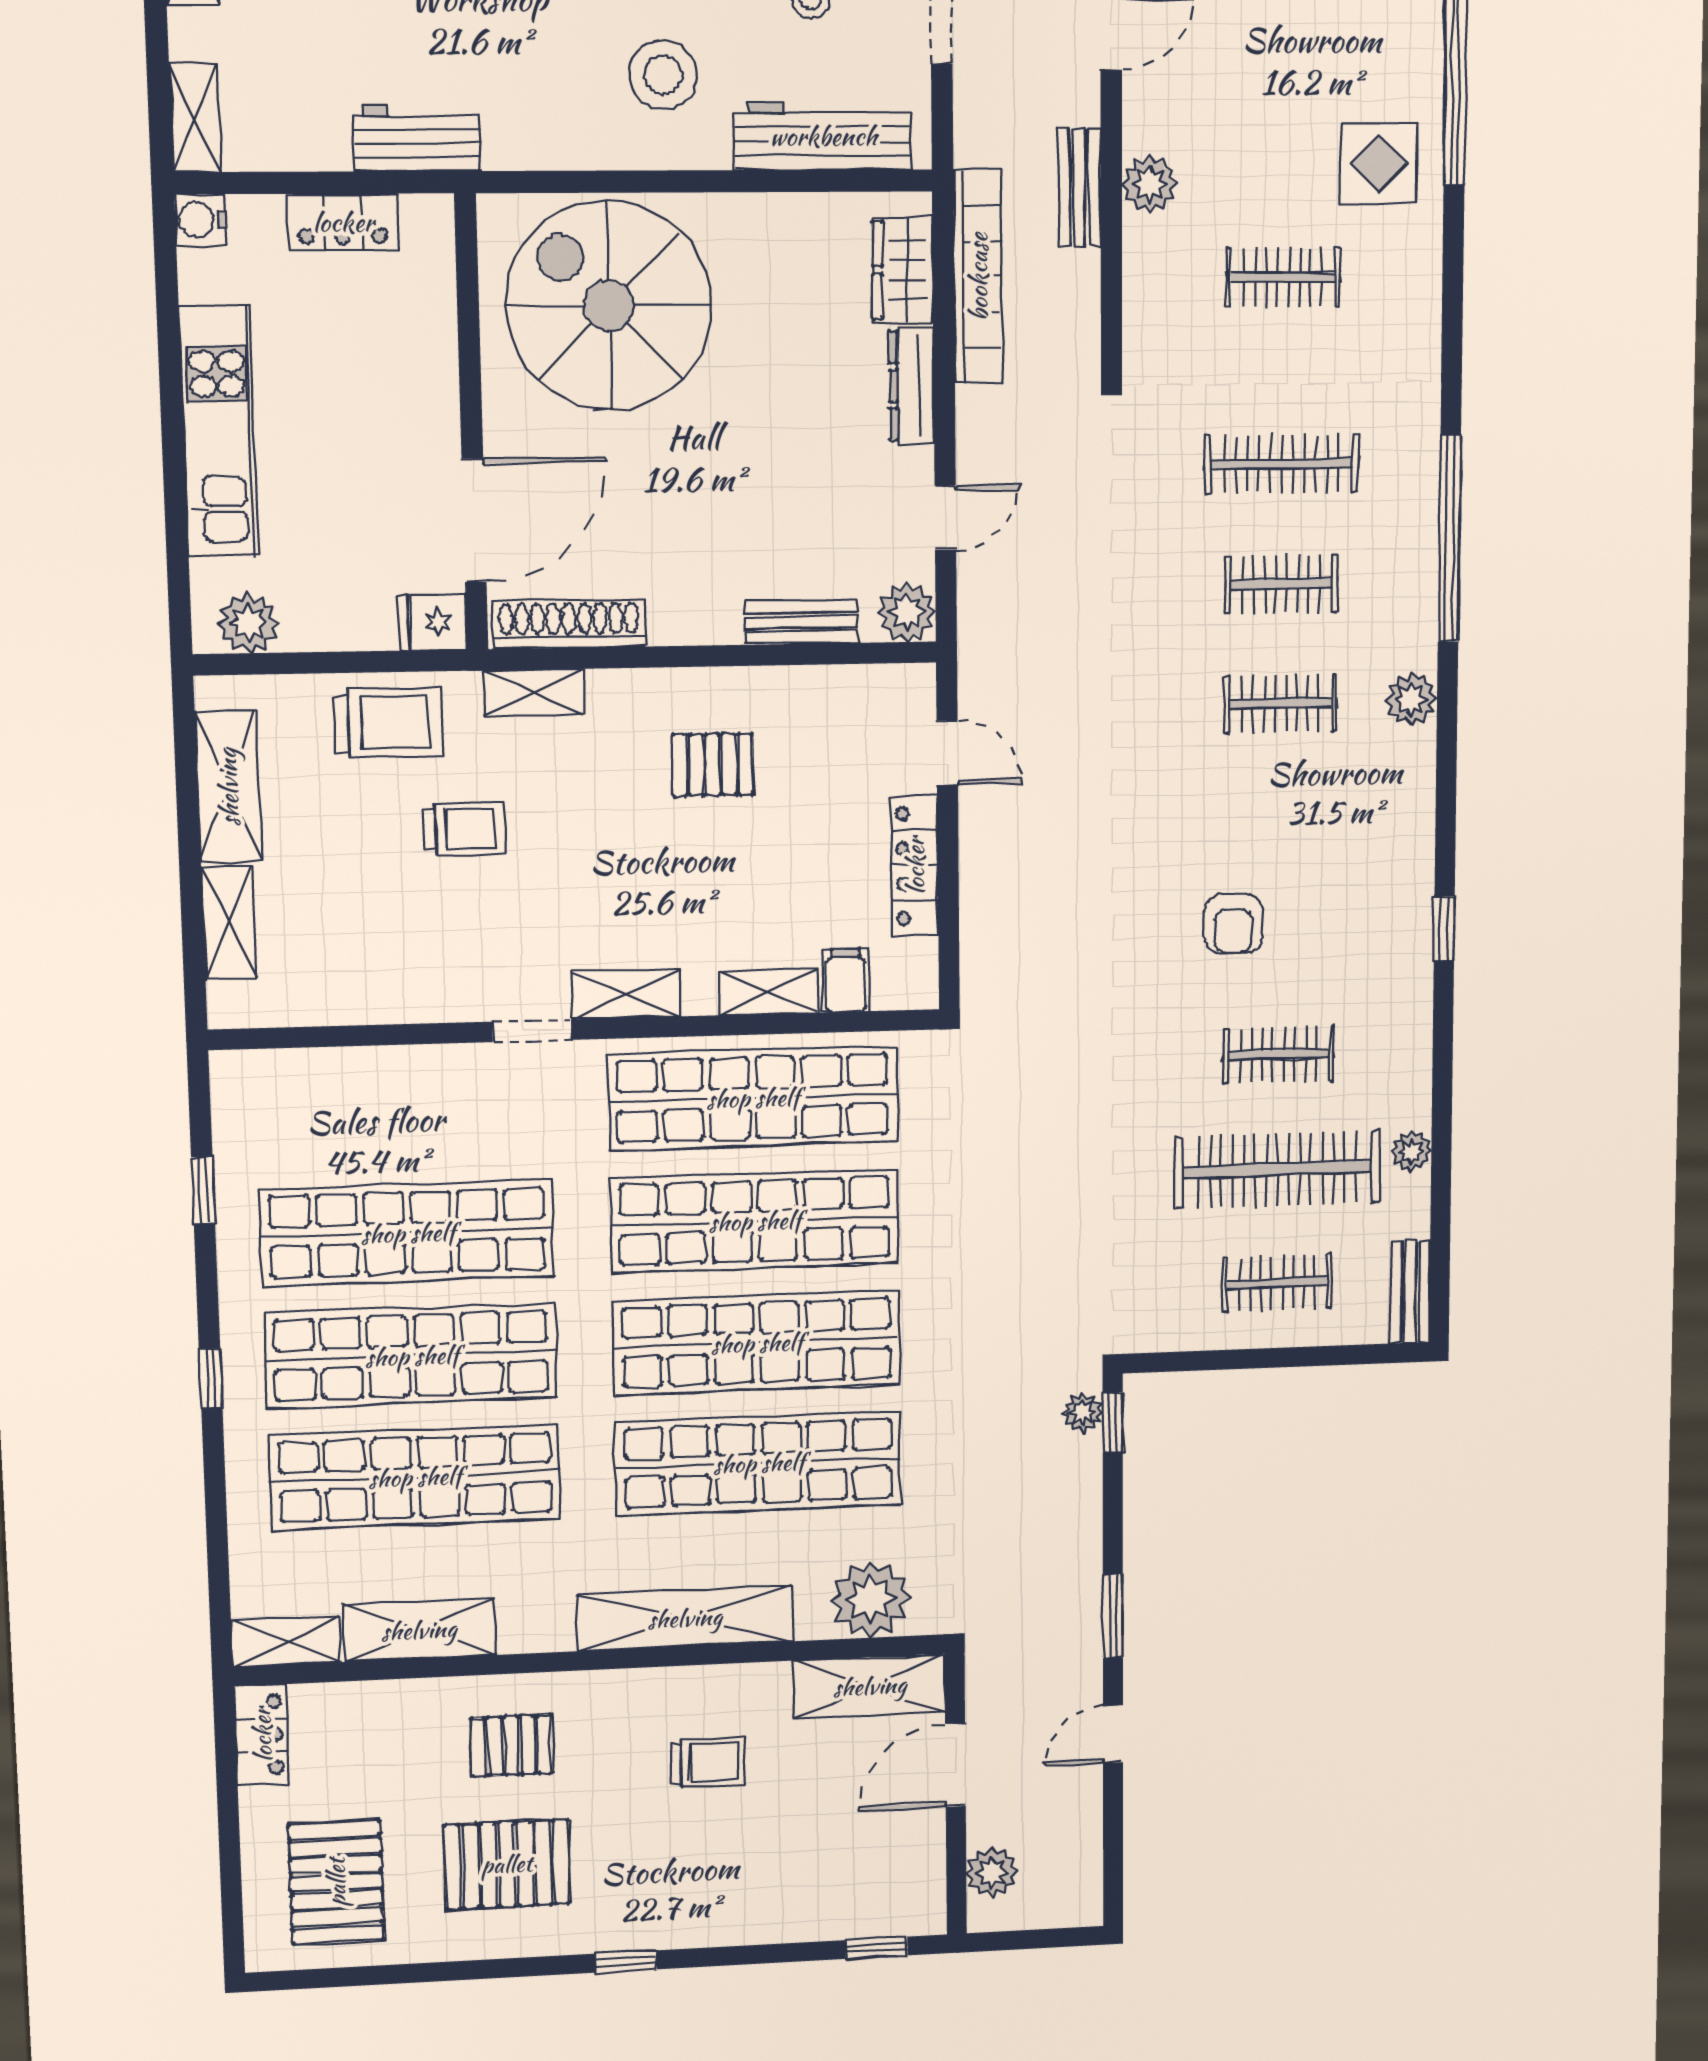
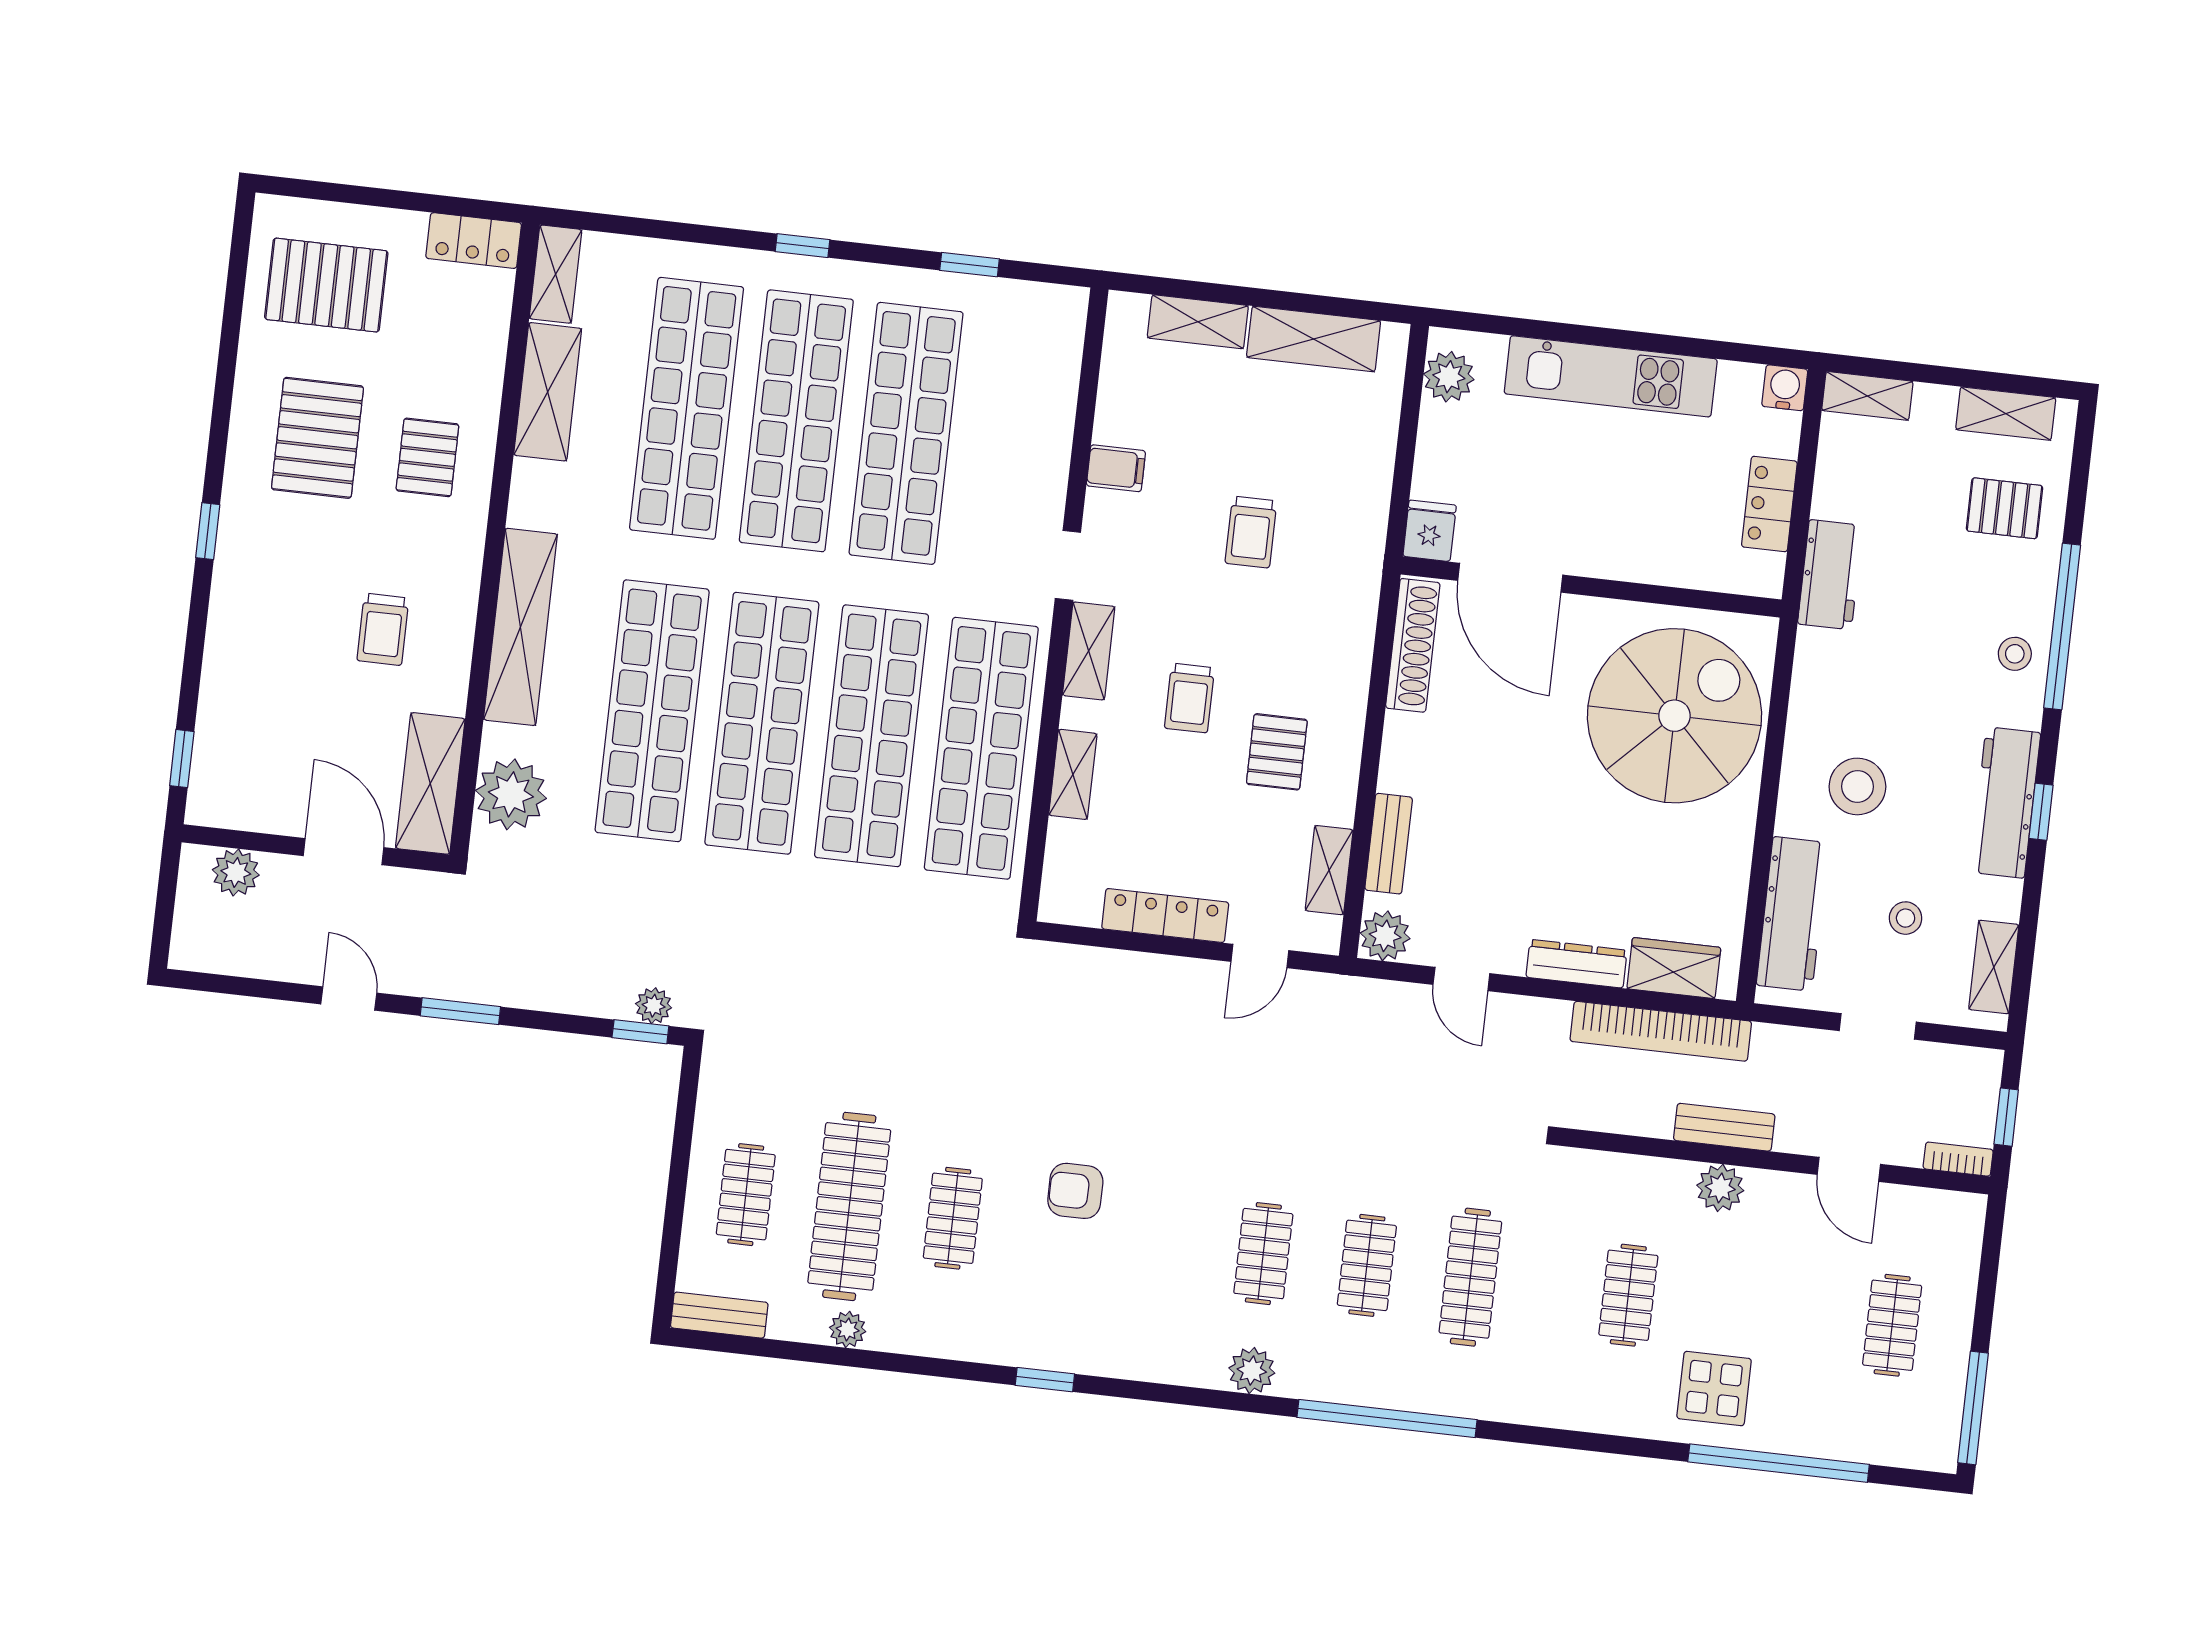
shelving: (534, 692) -> (1329, 870), moved
trolley: (388, 723) -> (1189, 698), moved, width x0.73, depth x0.72
filing cabinet: (846, 981) -> (1116, 468), moved

